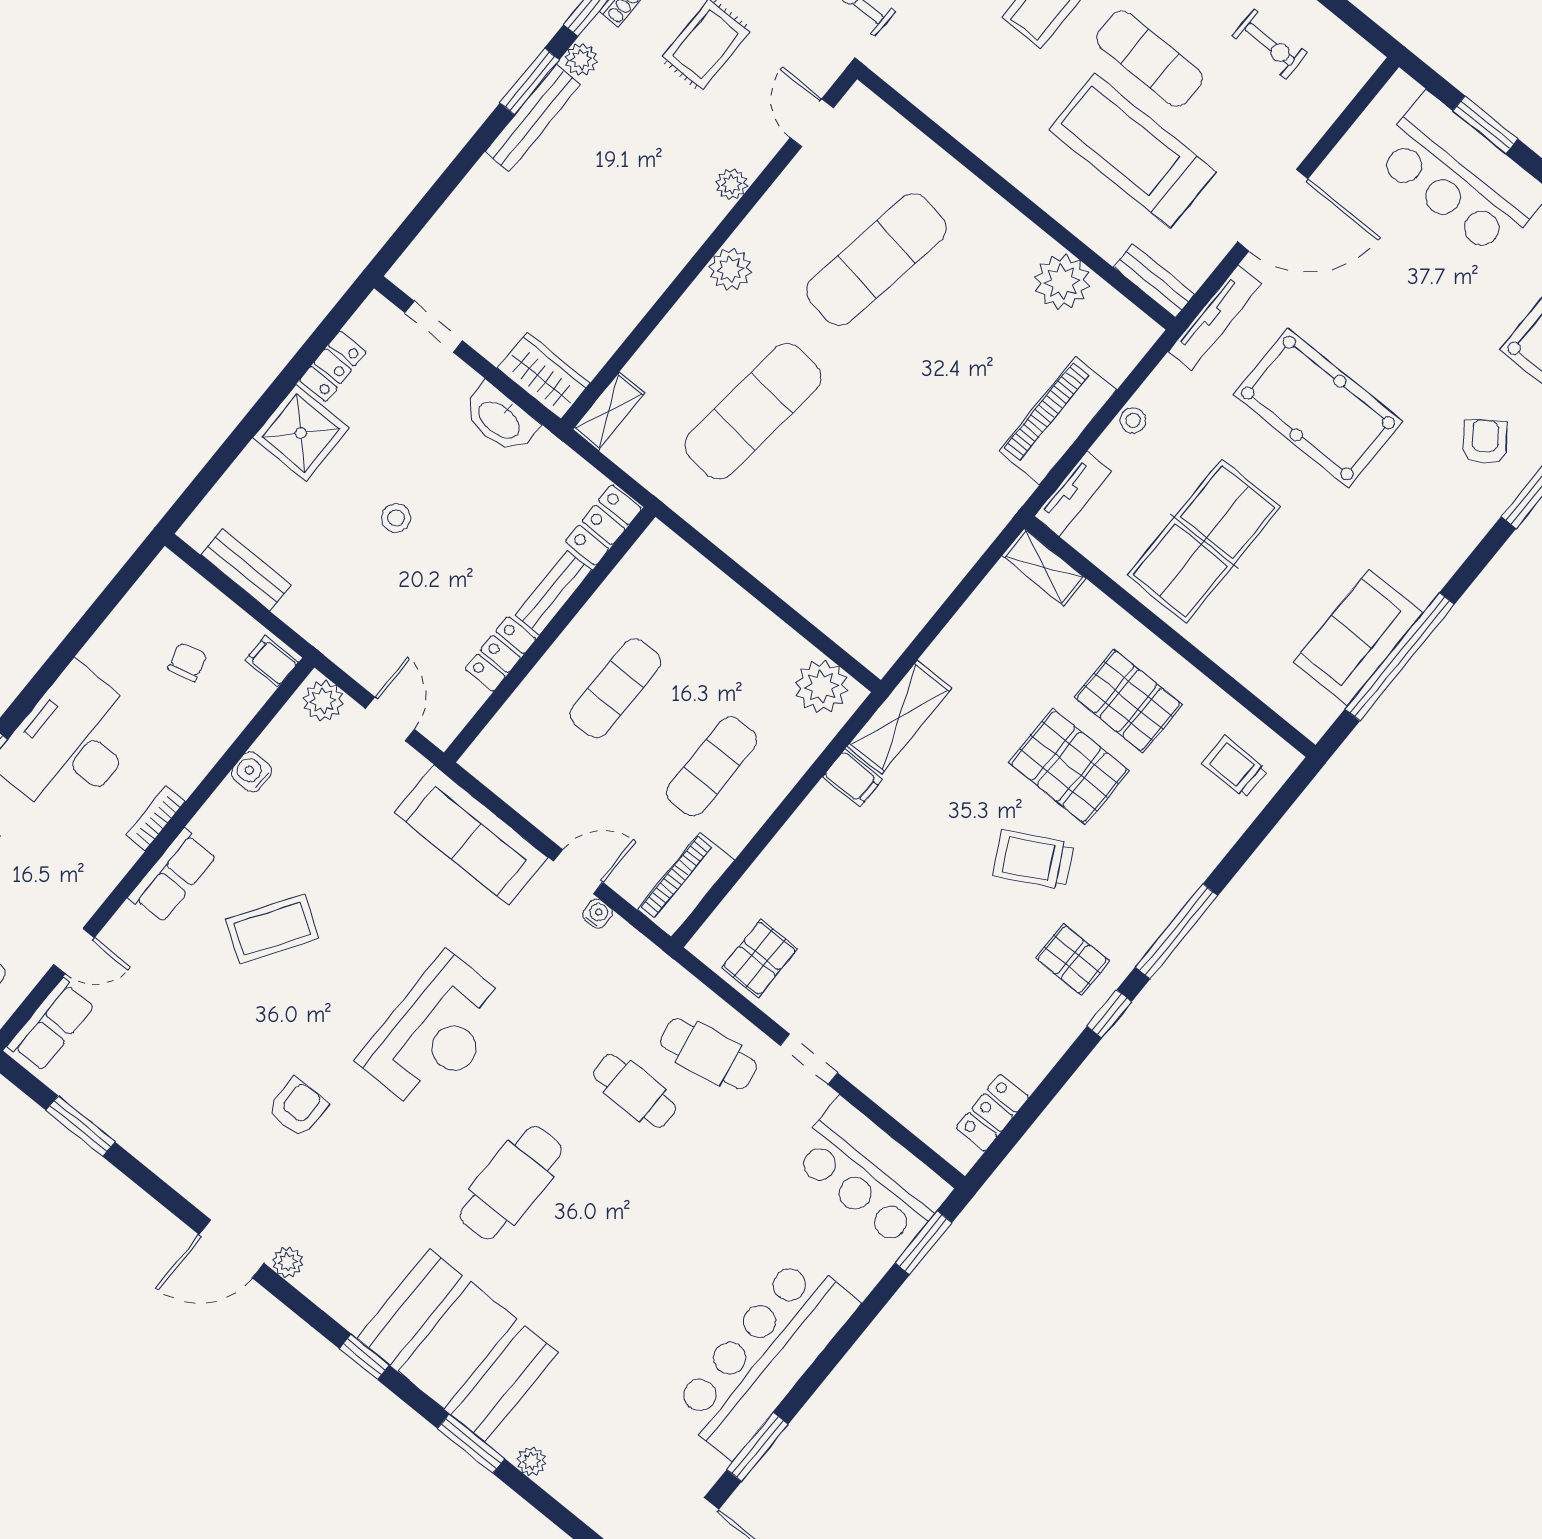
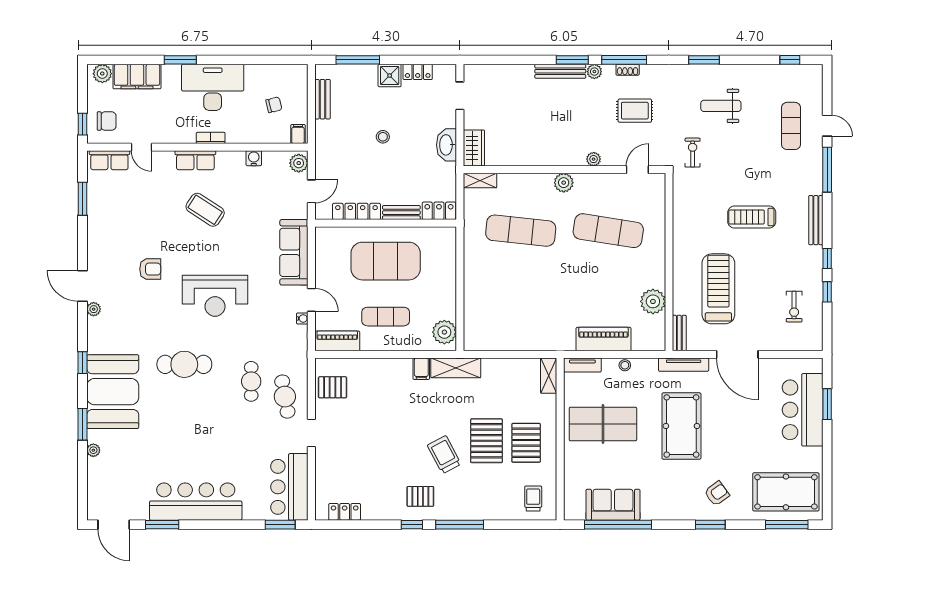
exercise mat: (1150, 59) -> (755, 269), removed
shower: (301, 433) -> (390, 76), width x0.73, depth x0.73
window: (227, 453) -> (358, 60), added
locker: (500, 654) -> (356, 211), width x1.53
exercise mat: (615, 688) -> (386, 261), width x2.00, depth x1.45
pallet: (1072, 960) -> (420, 496), turned 90

